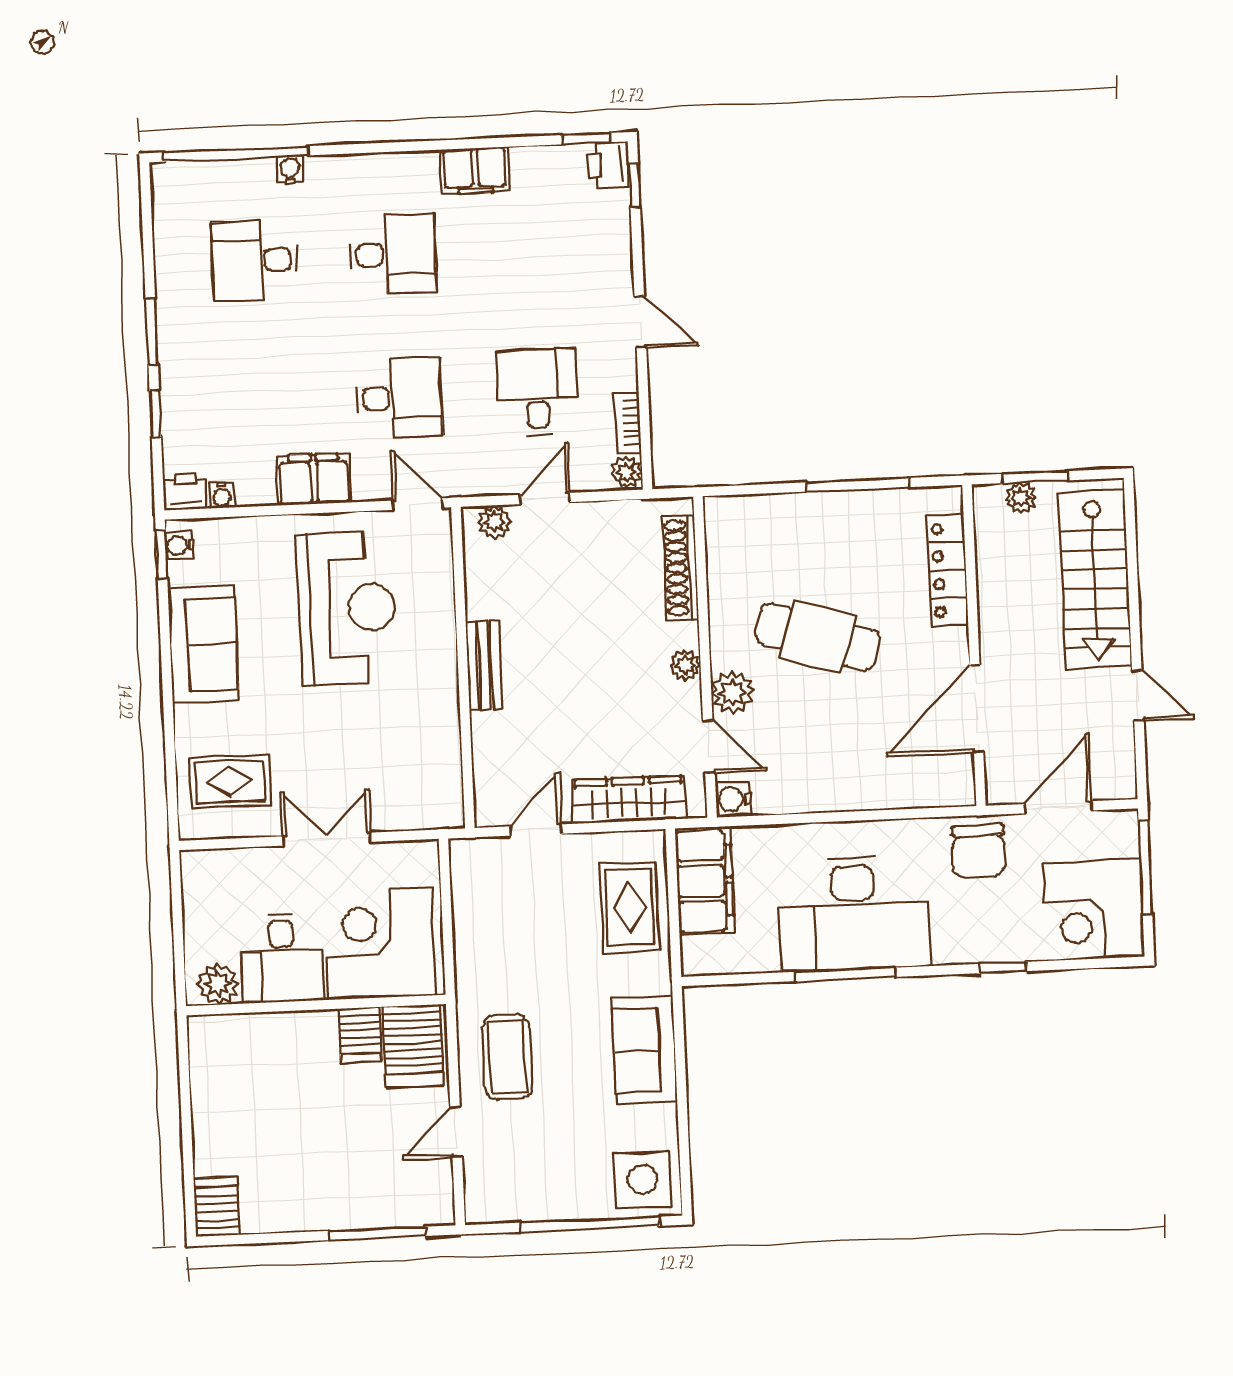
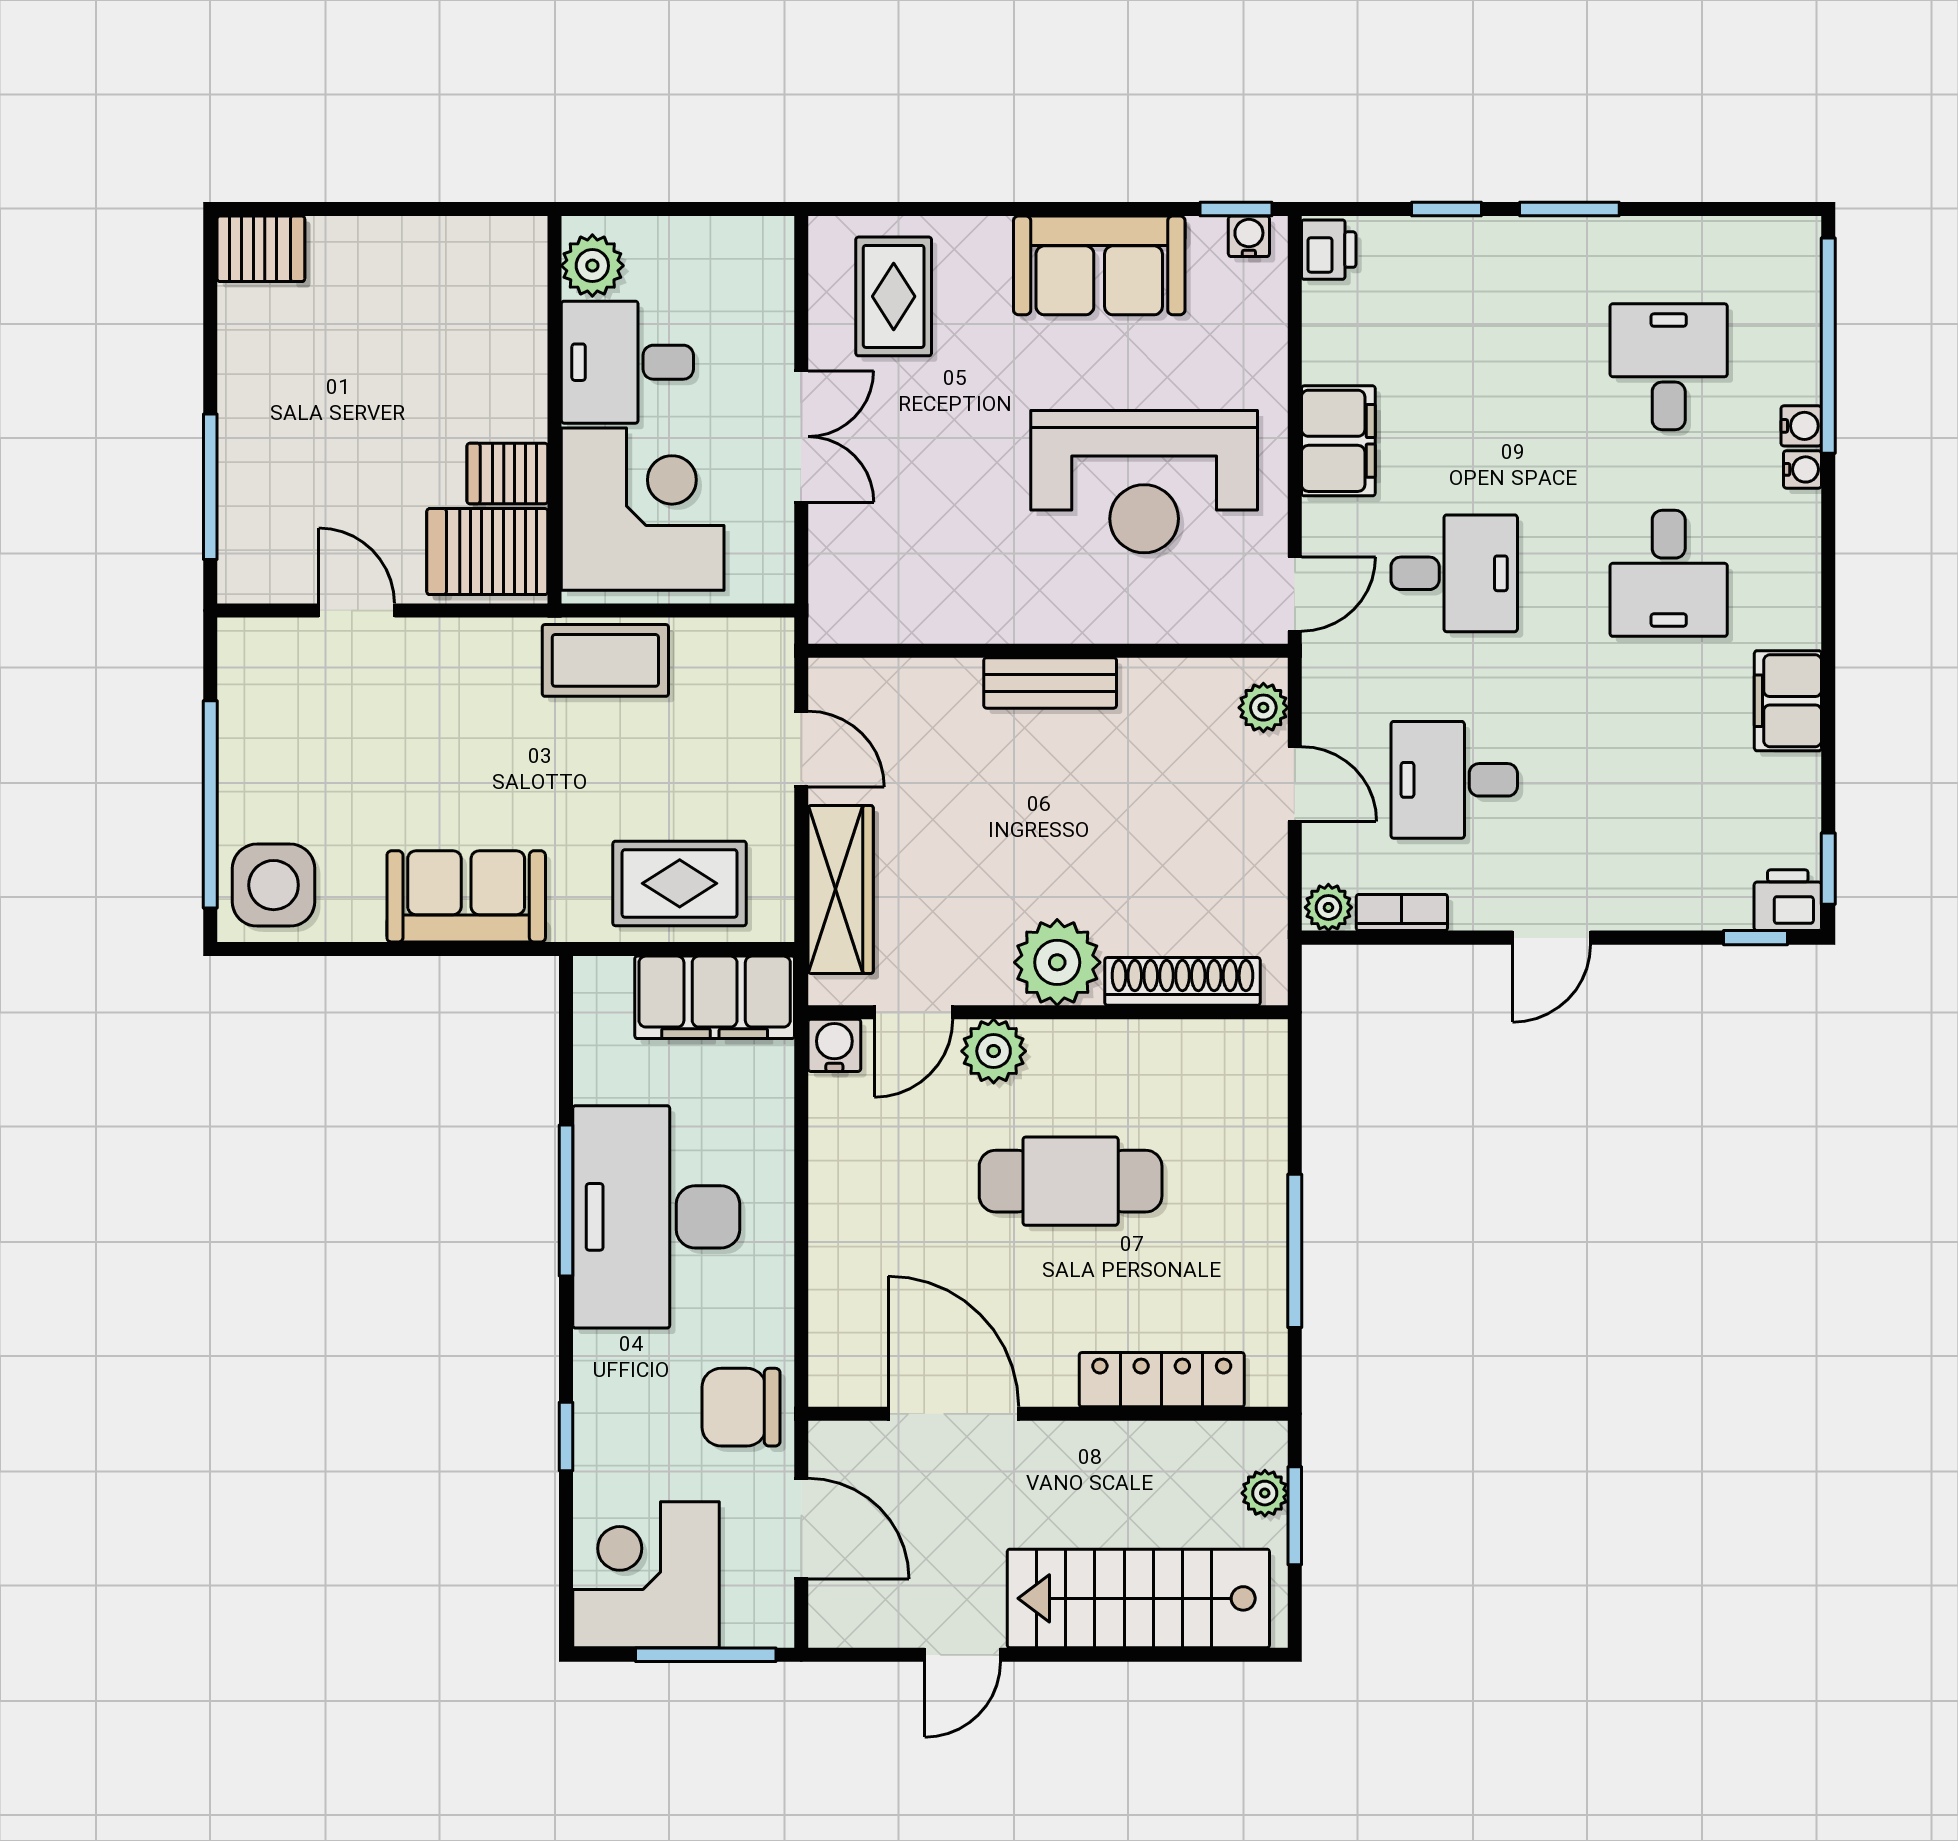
desk: (537, 392) -> (1454, 780), turned 180
desk: (399, 398) -> (1454, 573), turned -90
water cooler: (222, 495) -> (1803, 469), moved, turned 180
cafe table: (817, 637) -> (1071, 1181), turned 73
plant: (685, 665) -> (1057, 962), width x1.88, depth x1.88
coffee table: (507, 1057) -> (605, 660), moved

